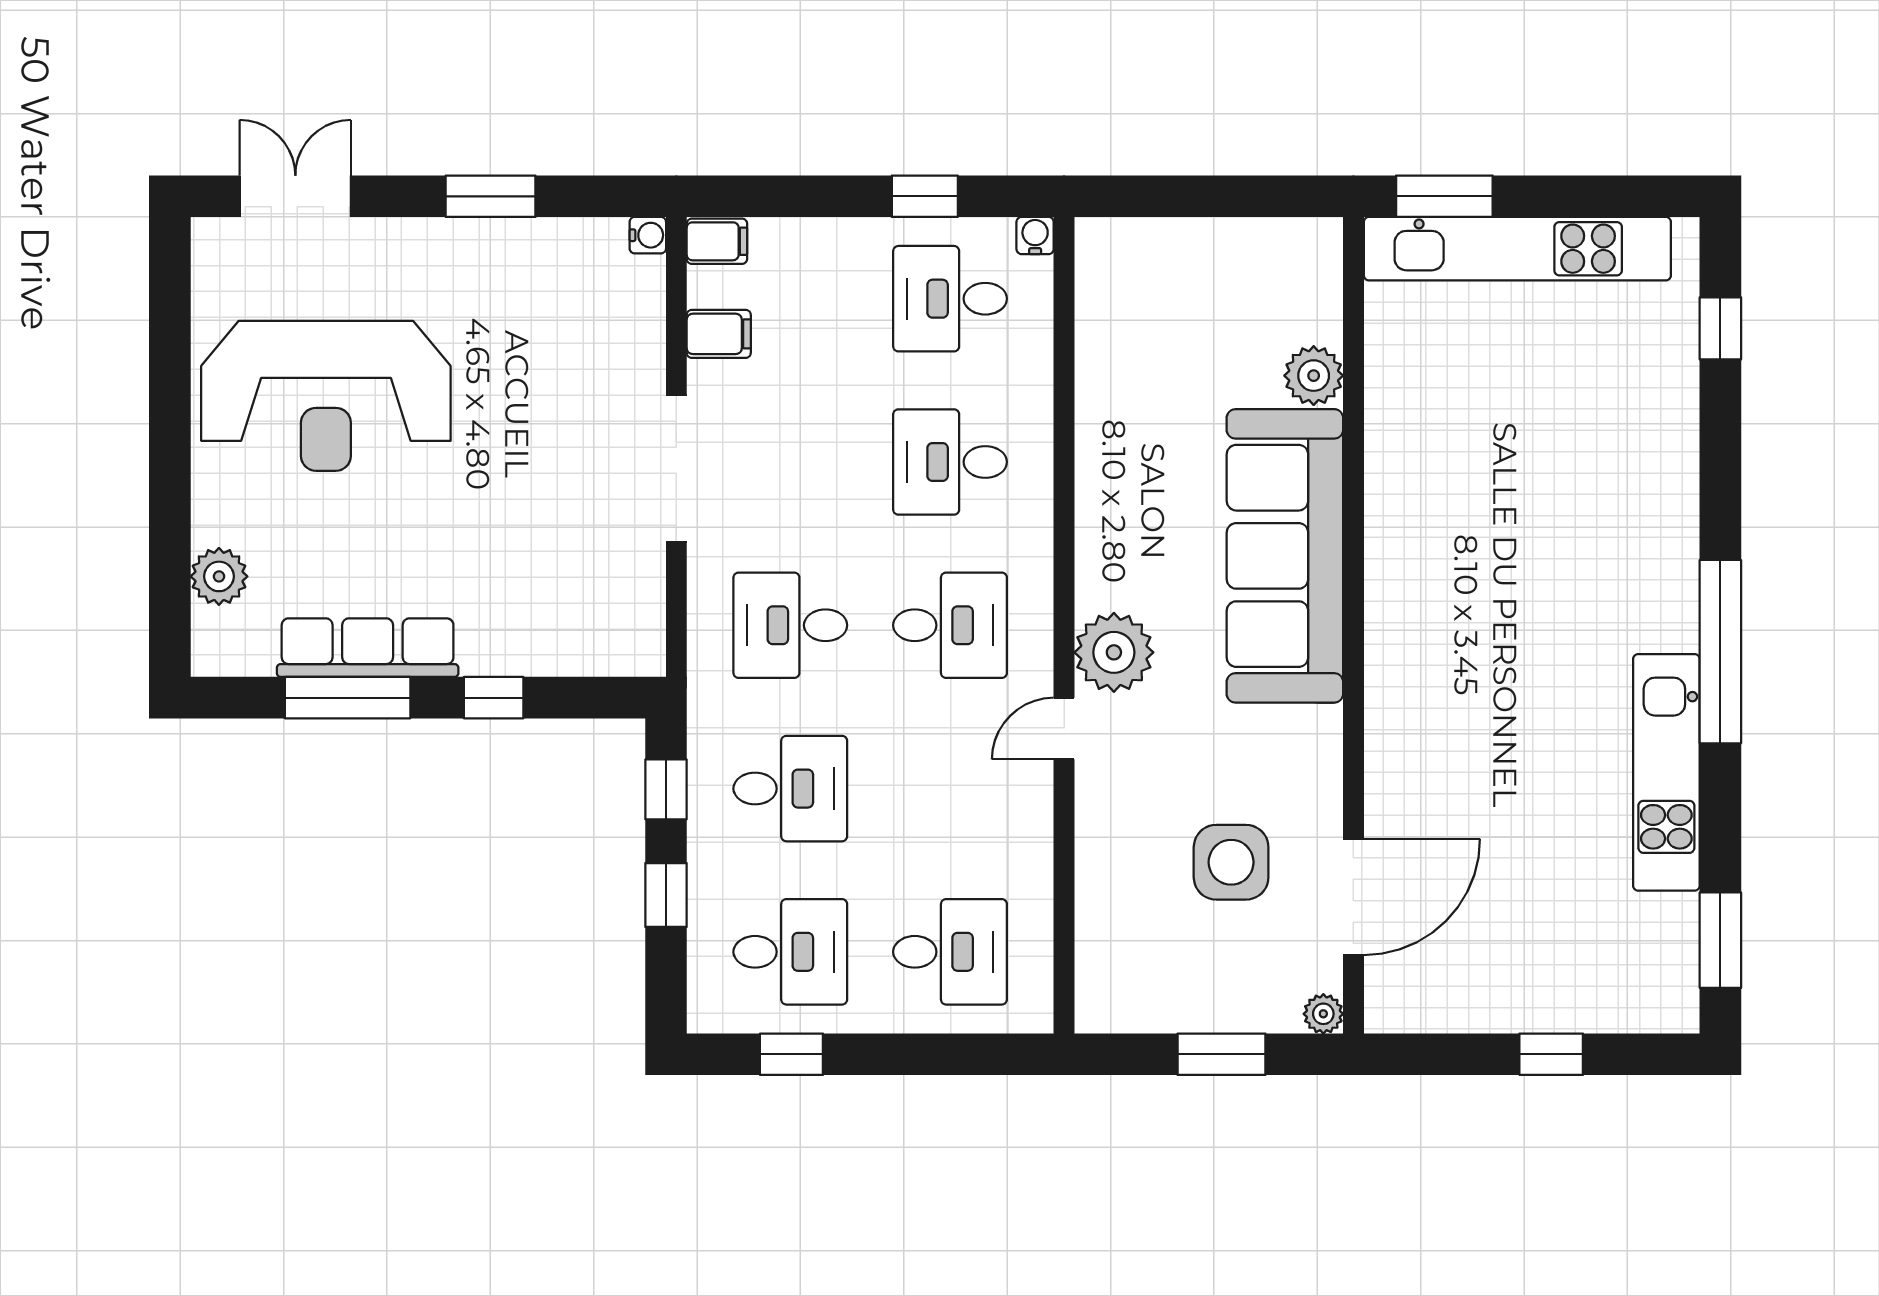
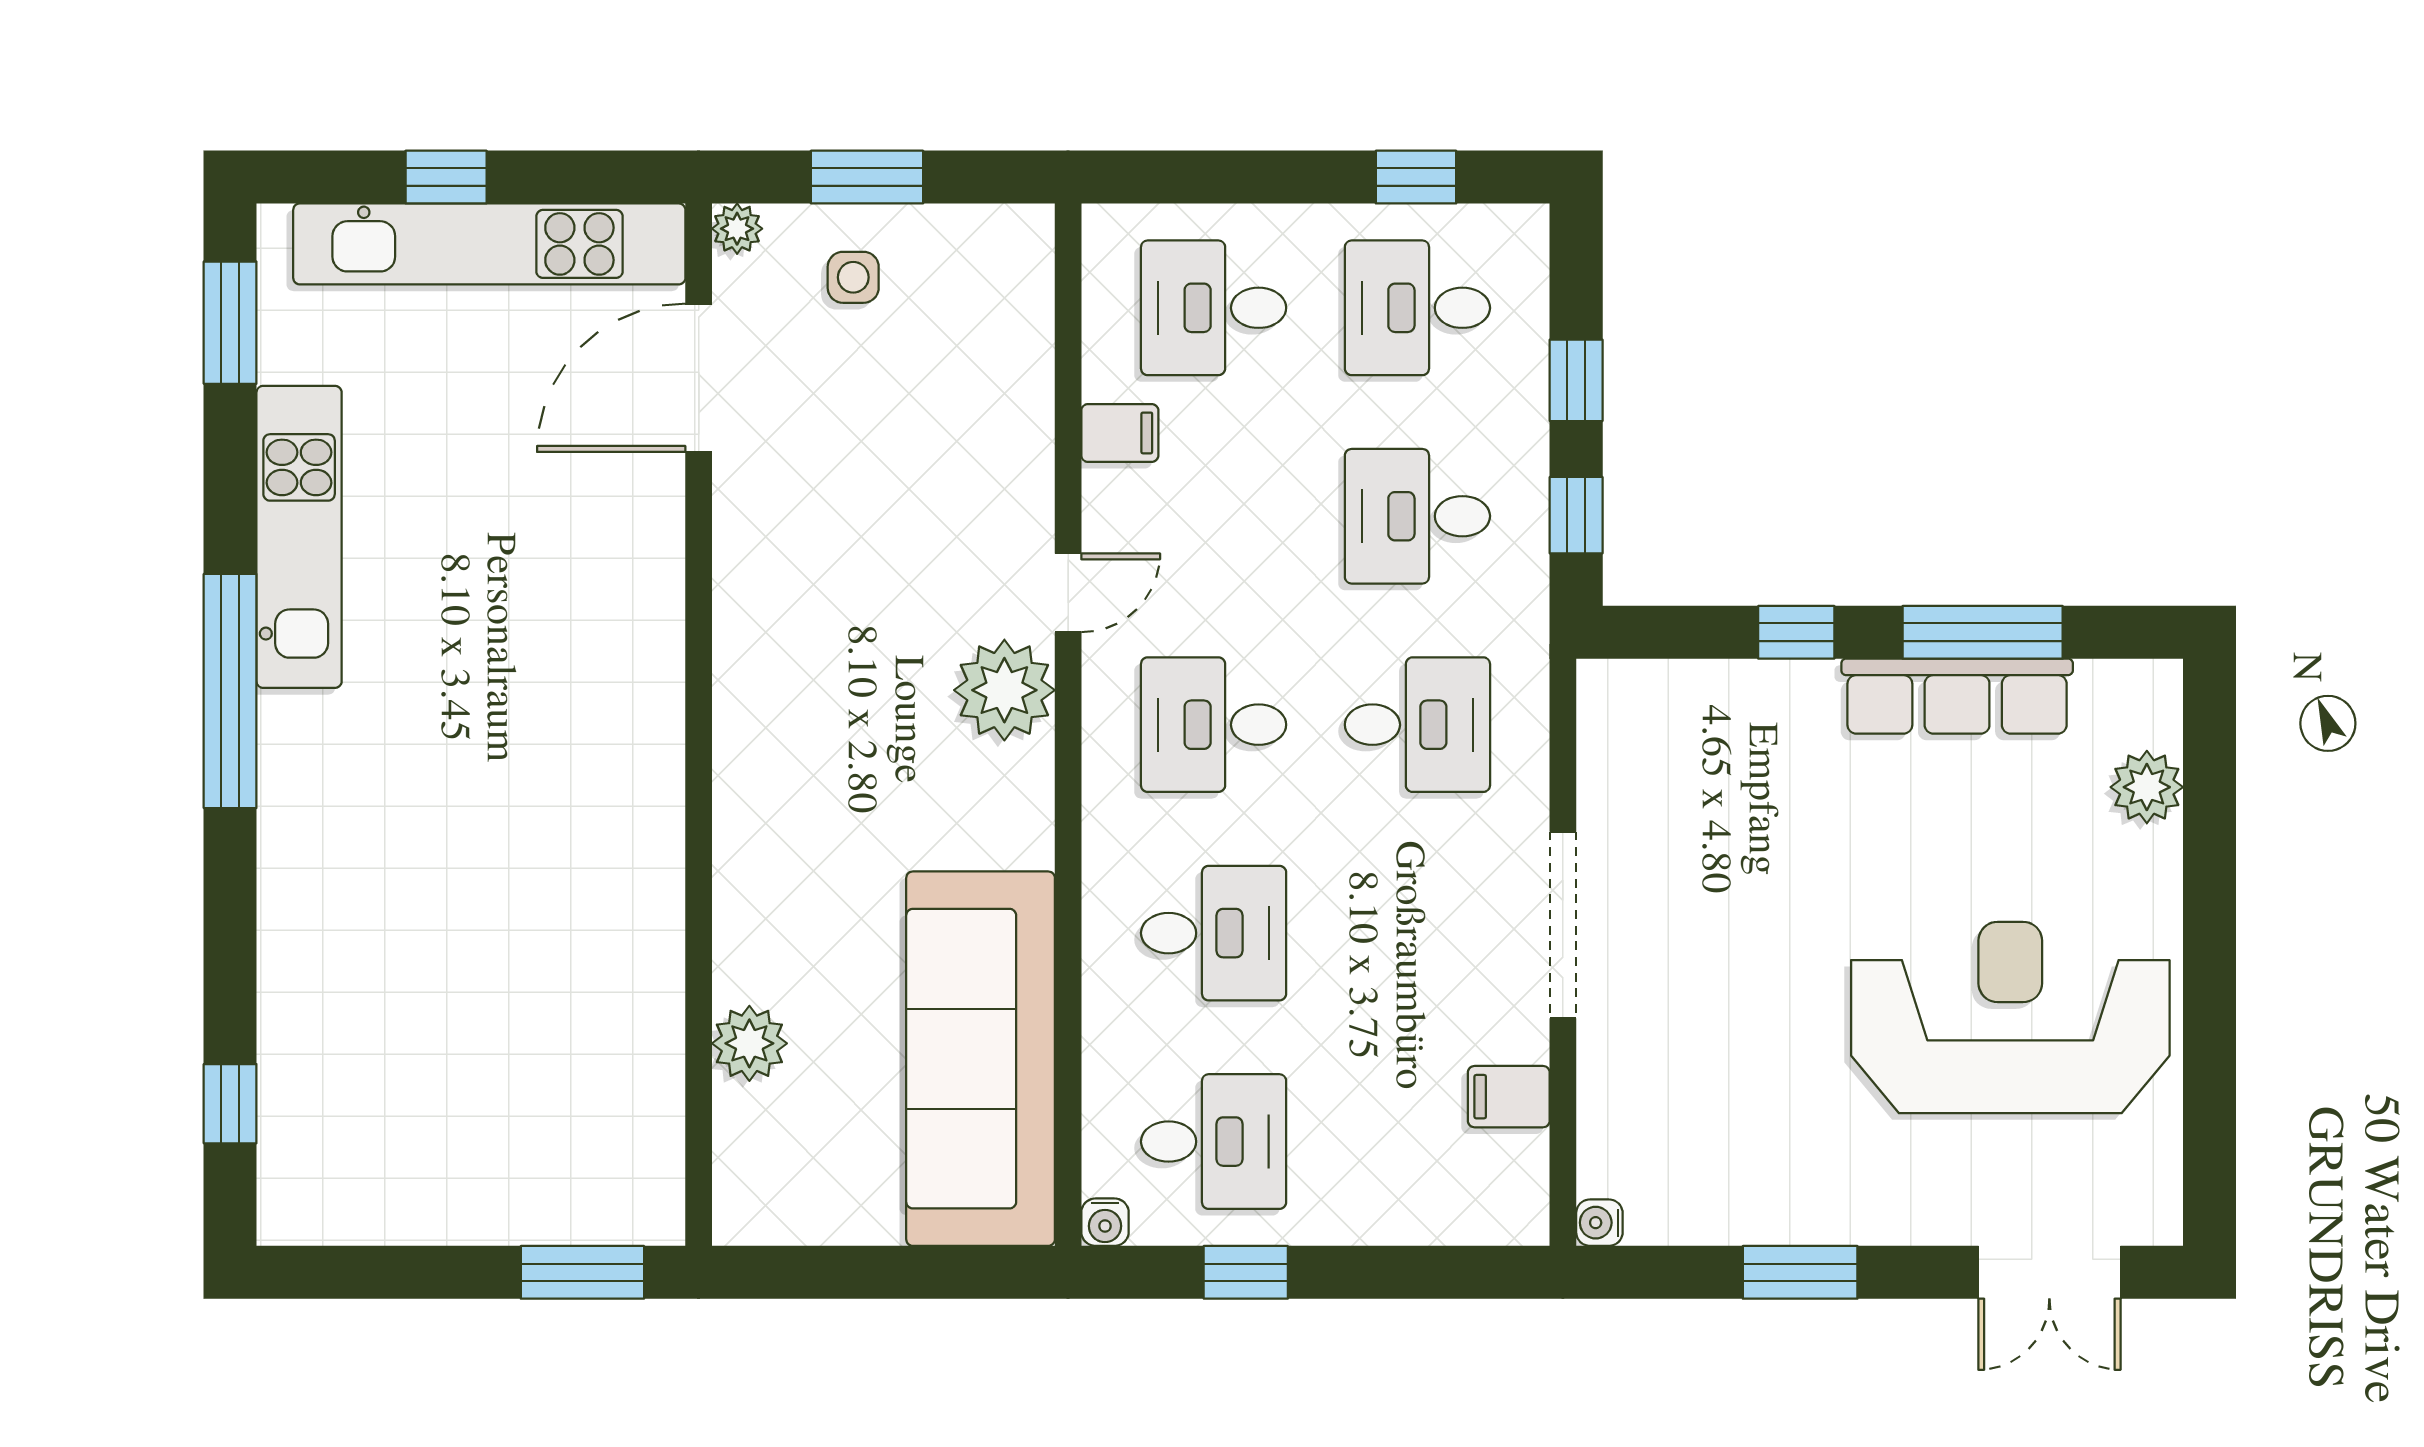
filing cabinet: (717, 241) -> (1120, 433), moved, turned 180
kitchen unit: (1517, 249) -> (489, 244), moved, turned 180
sofa: (1285, 556) -> (981, 1059), moved, turned 180
side table: (1231, 862) -> (853, 277), moved, width x0.54, depth x0.54

